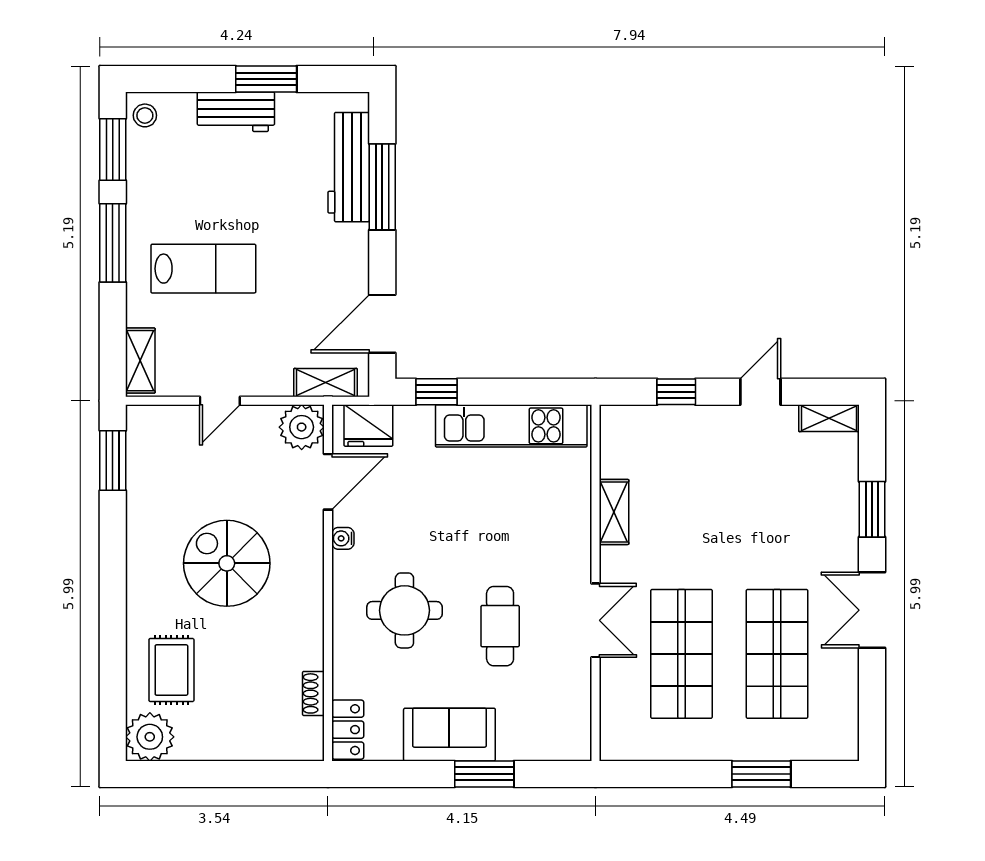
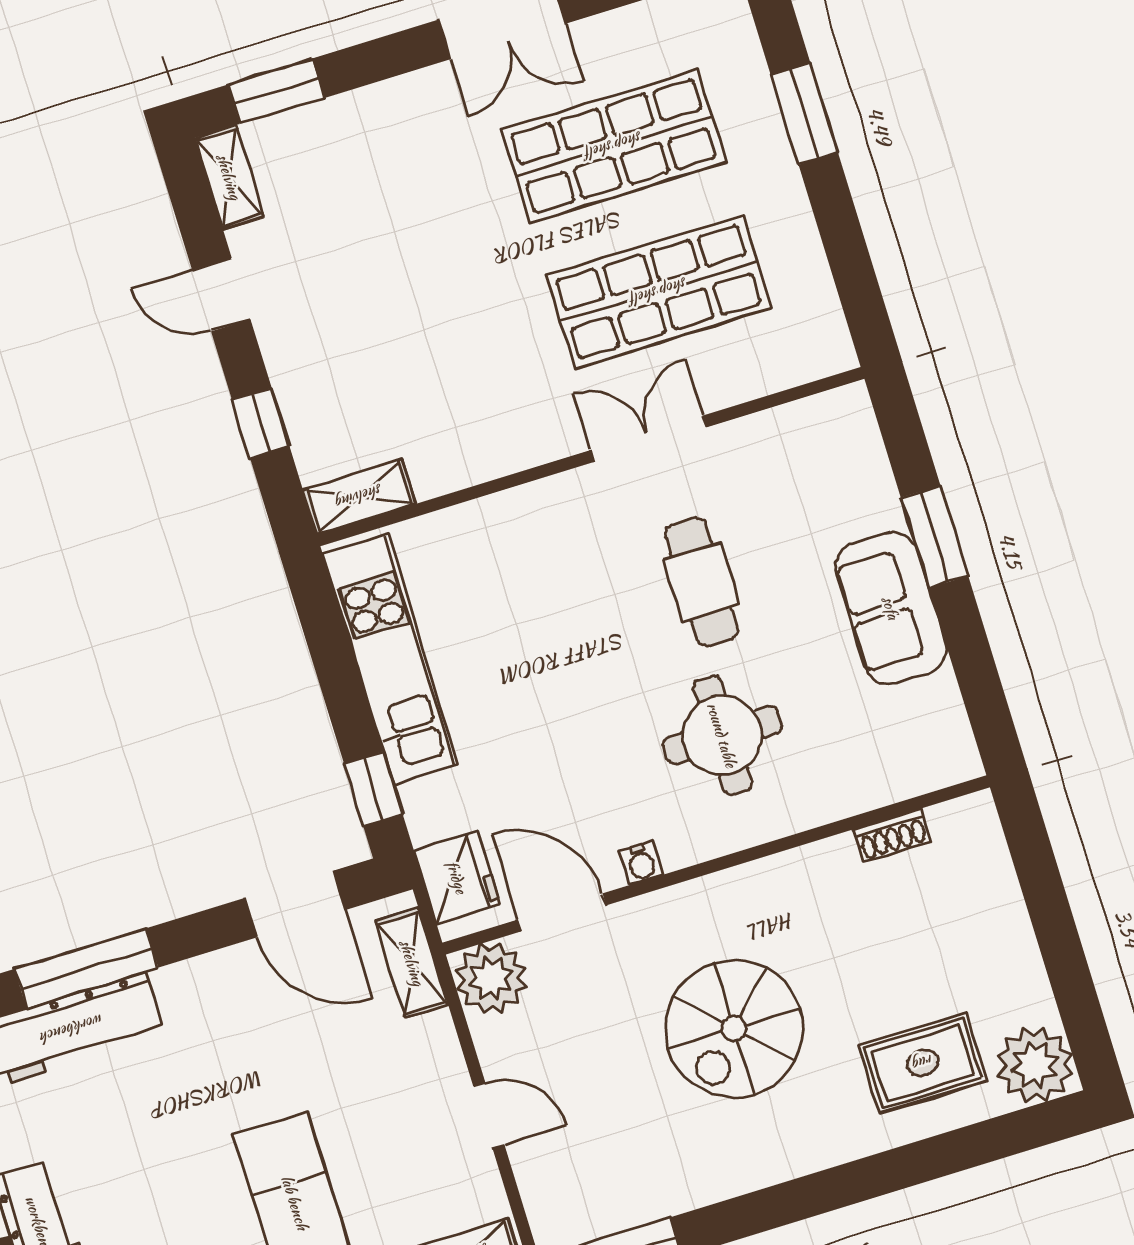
window: (872, 509) -> (276, 91), moved
shelving: (614, 512) -> (359, 497), moved
cafe table: (500, 626) -> (701, 582), turned 90
locker: (348, 730) -> (931, 766), removed

